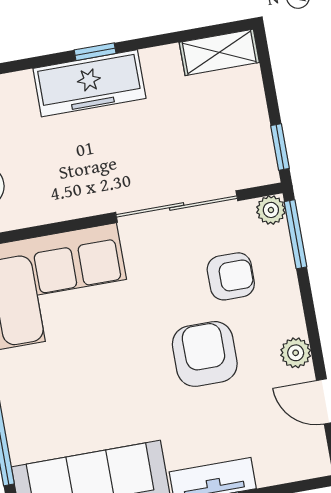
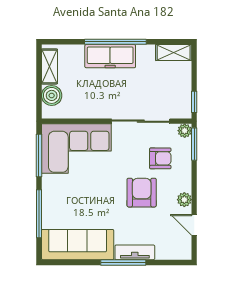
window: (95, 52) -> (115, 42), width x3.17

